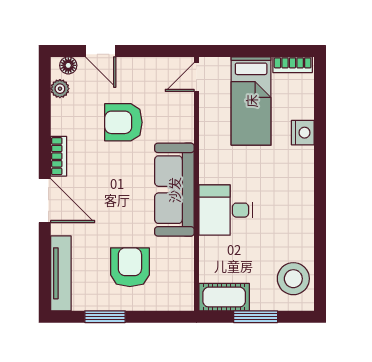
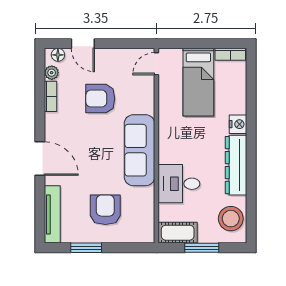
nightstand: (303, 133) -> (238, 124), moved
bookcase: (59, 156) -> (51, 96), moved
dresser: (300, 209) -> (236, 165), added
desk: (226, 210) -> (179, 184), moved

